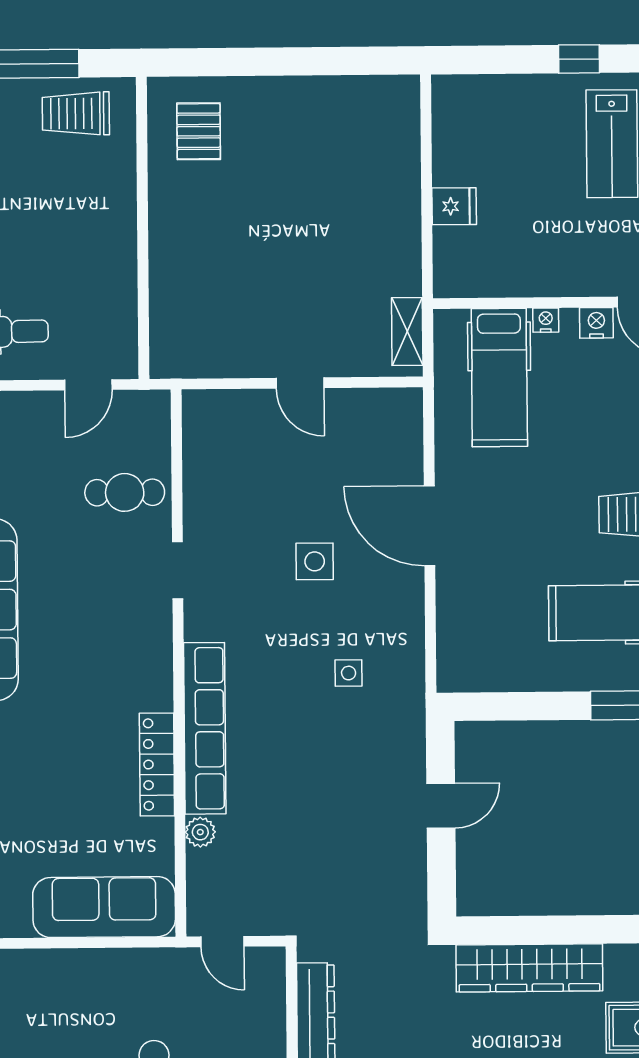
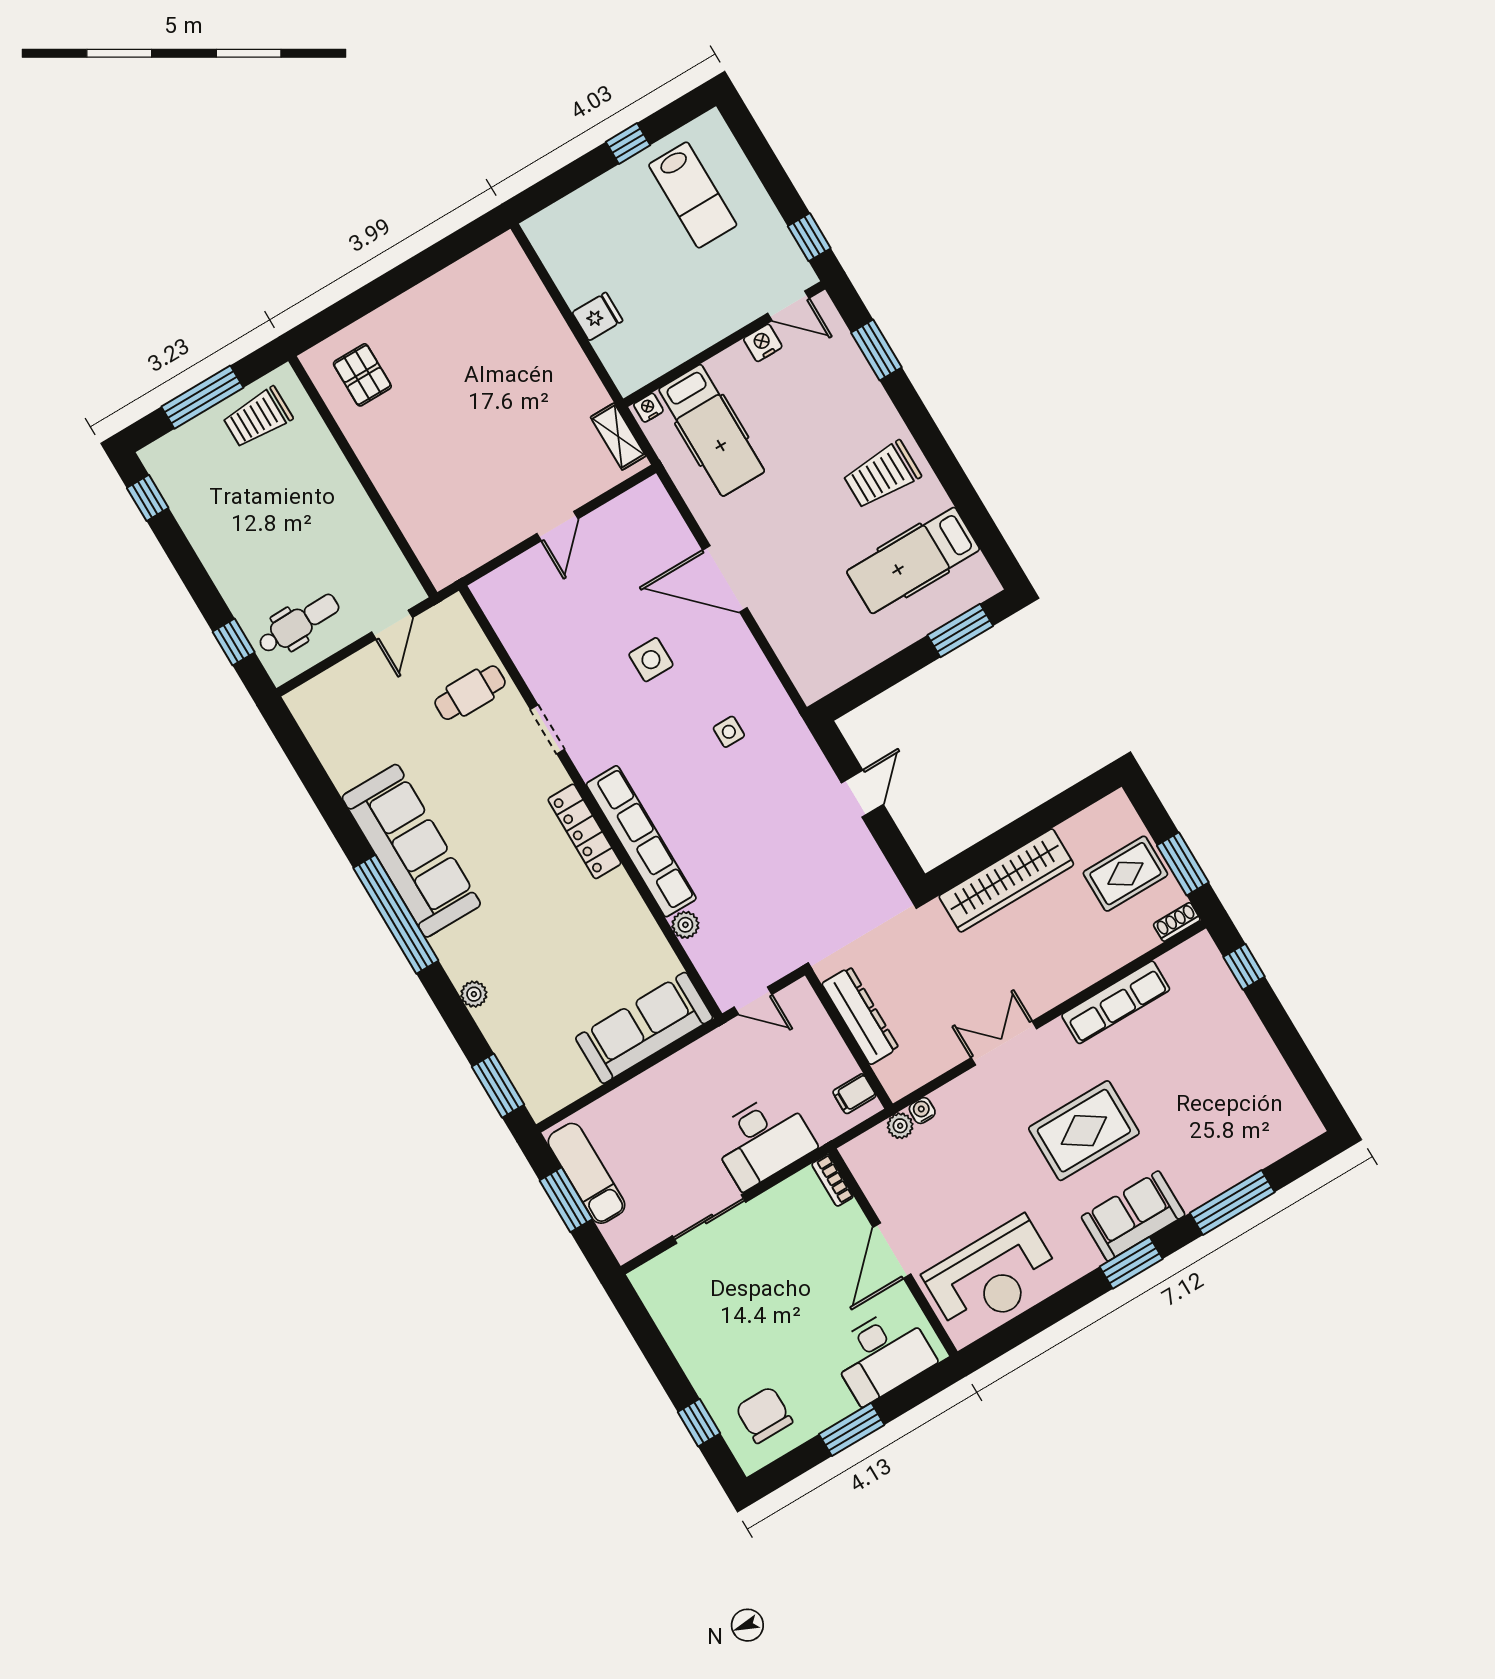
nightstand: (546, 320) -> (648, 408), moved
door: (300, 383) -> (558, 526), hinge flipped
locker: (157, 764) -> (584, 831), moved

